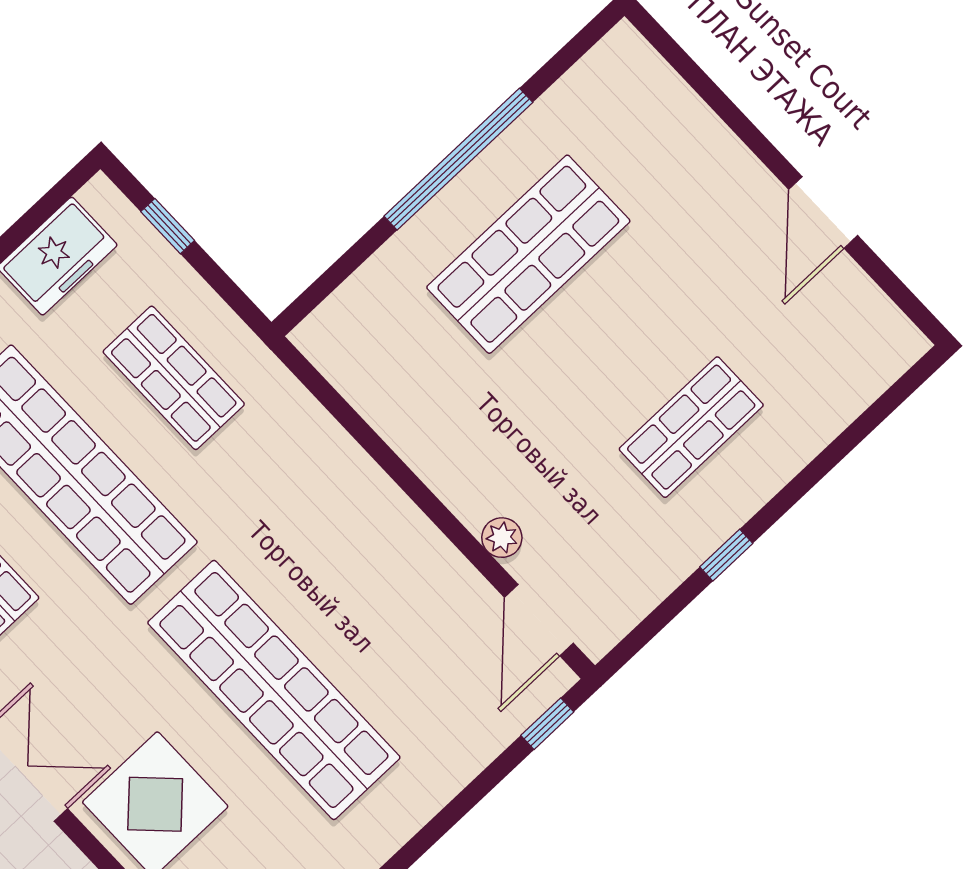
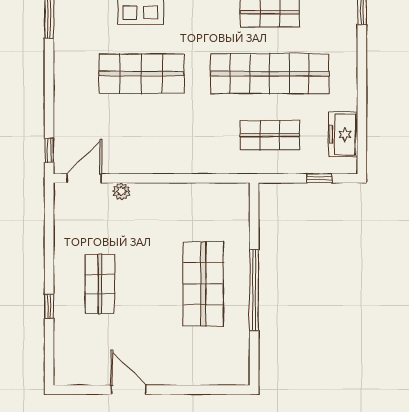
window: (726, 555) -> (49, 306), moved
door: (539, 620) -> (84, 178), hinge flipped
shop shelf: (274, 690) -> (141, 74), width x0.71

